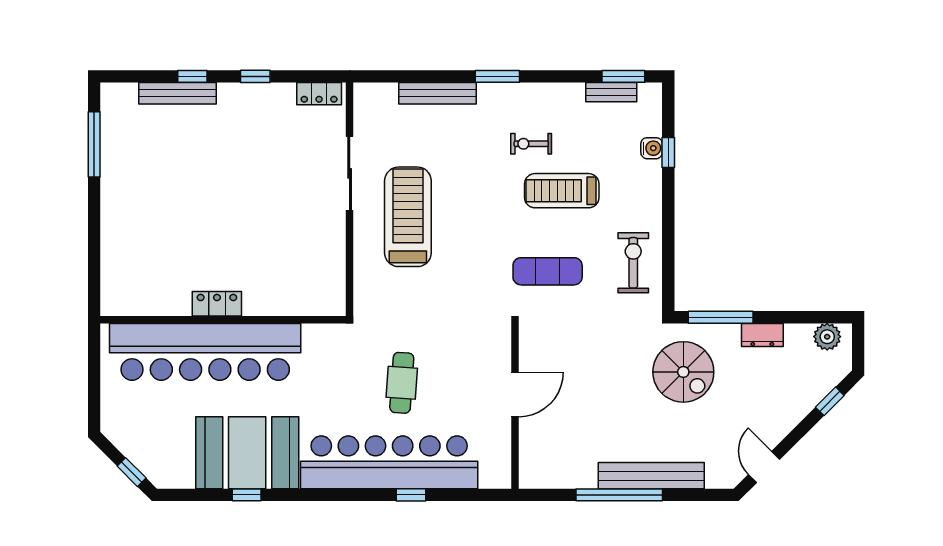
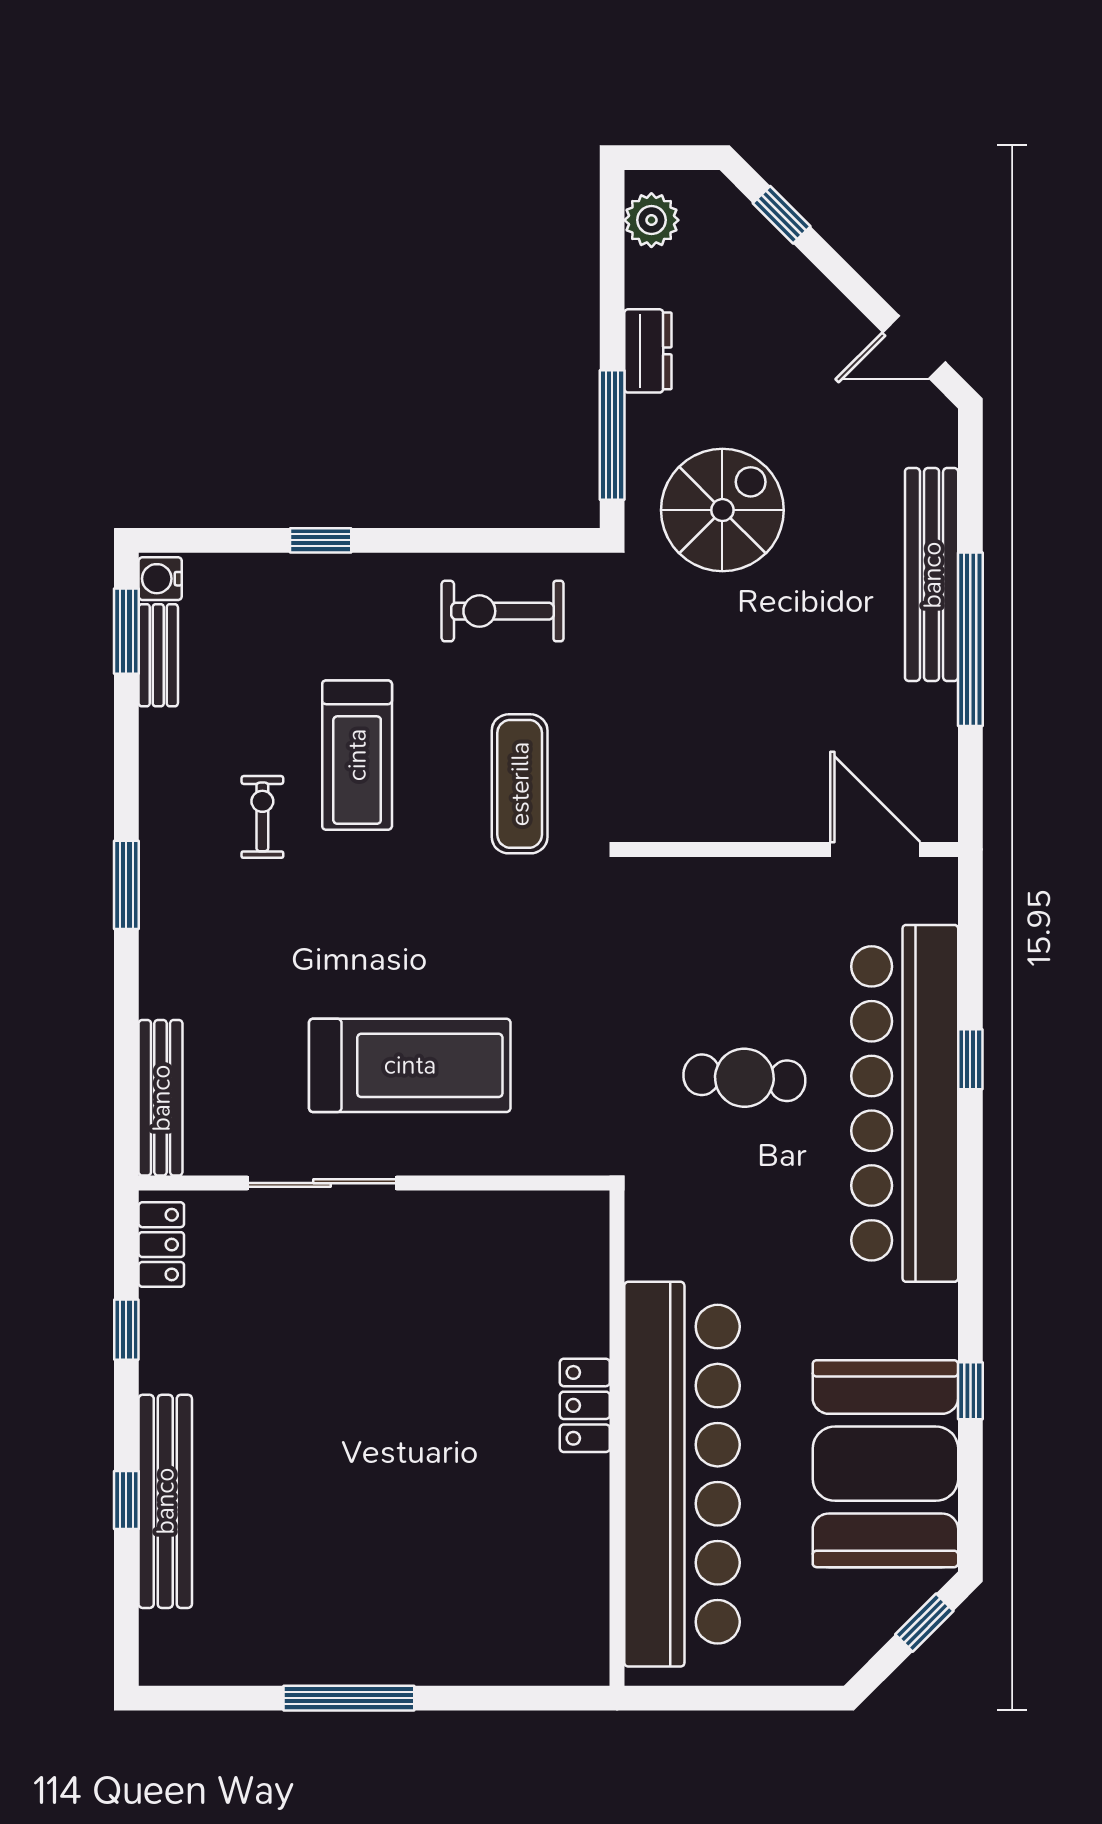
window: (255, 76) -> (126, 1330), moved
bench: (178, 93) -> (165, 1501), width x1.37, depth x1.21
bench: (437, 93) -> (161, 1098), moved
window: (94, 144) -> (349, 1698), moved
exercise bike: (531, 144) -> (262, 817), turned 180
water cooler: (652, 148) -> (160, 579), moved, turned -90
window: (668, 152) -> (321, 540), moved
treadmill: (408, 217) -> (410, 1065), turned 180
locker: (217, 304) -> (585, 1405), moved
door: (515, 394) -> (875, 849), moved
booth: (247, 453) -> (885, 1464), moved

